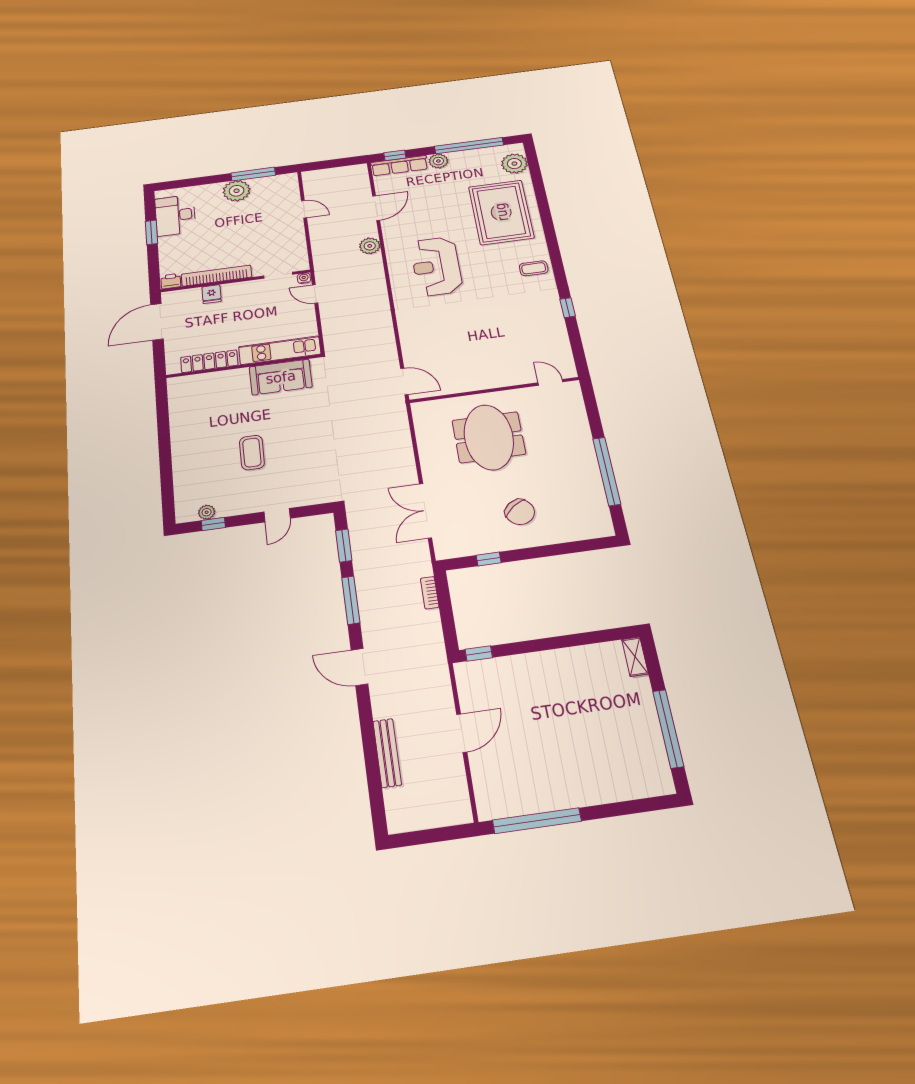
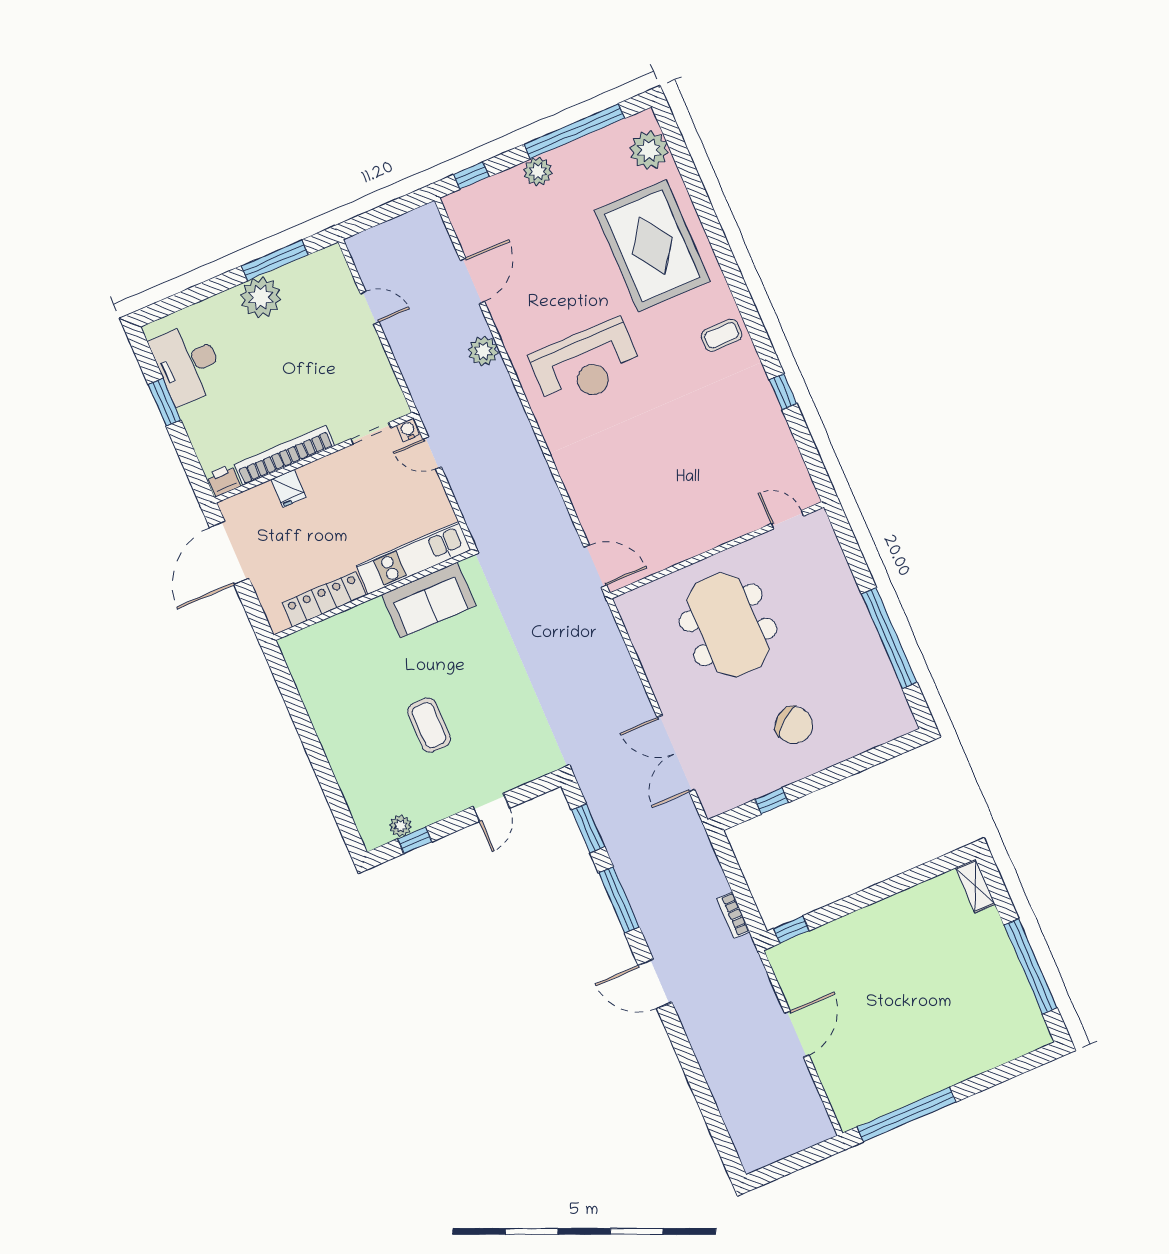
row of seats: (399, 166) -> (484, 194), removed
reception desk: (436, 266) -> (586, 364), turned -90
bookcase: (430, 593) -> (733, 915), moved
bench: (387, 753) -> (718, 1080), removed

